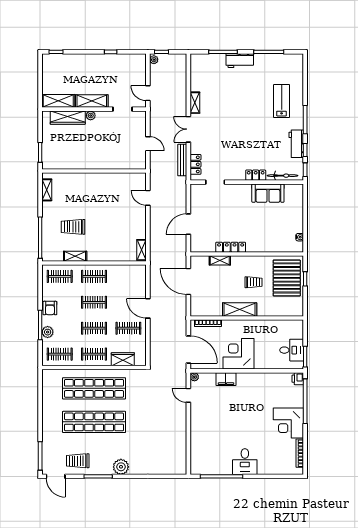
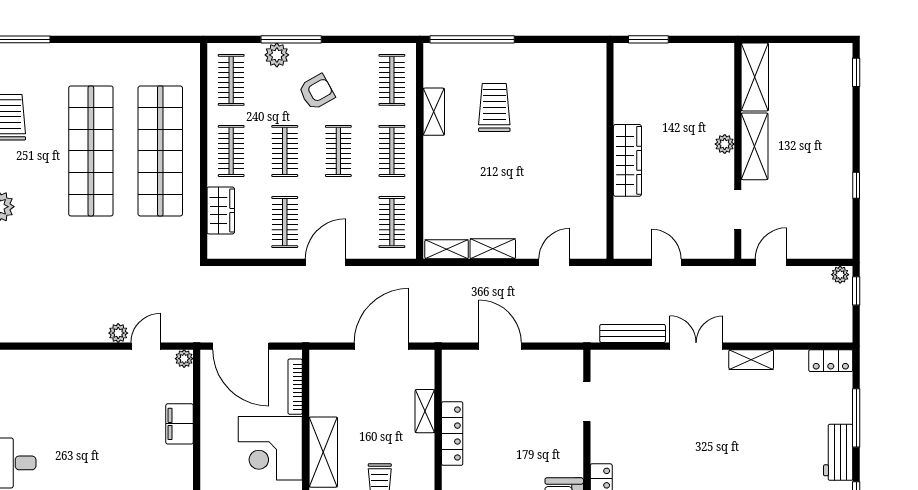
wardrobe: (68, 118) -> (627, 160), moved, turned 180
door: (148, 144) -> (666, 262), swing flipped
locker: (195, 164) -> (831, 361), moved
shelving: (47, 190) -> (493, 249), moved
clothes rail: (128, 276) -> (392, 222), added
armchair: (50, 308) -> (317, 92), moved, turned 151
door: (188, 349) -> (241, 346), hinge flipped
corner desk: (239, 354) -> (270, 448), moved, turned 180
plant: (182, 409) -> (118, 333), added

